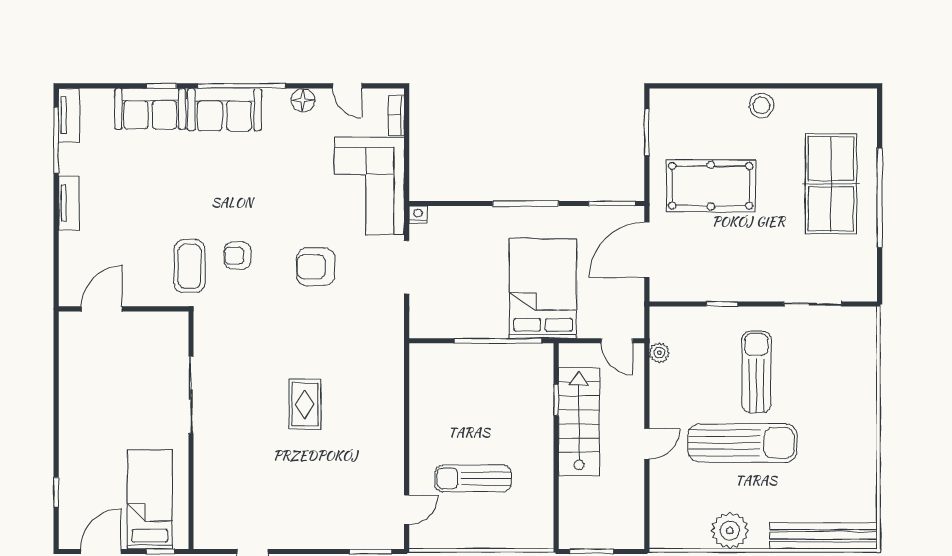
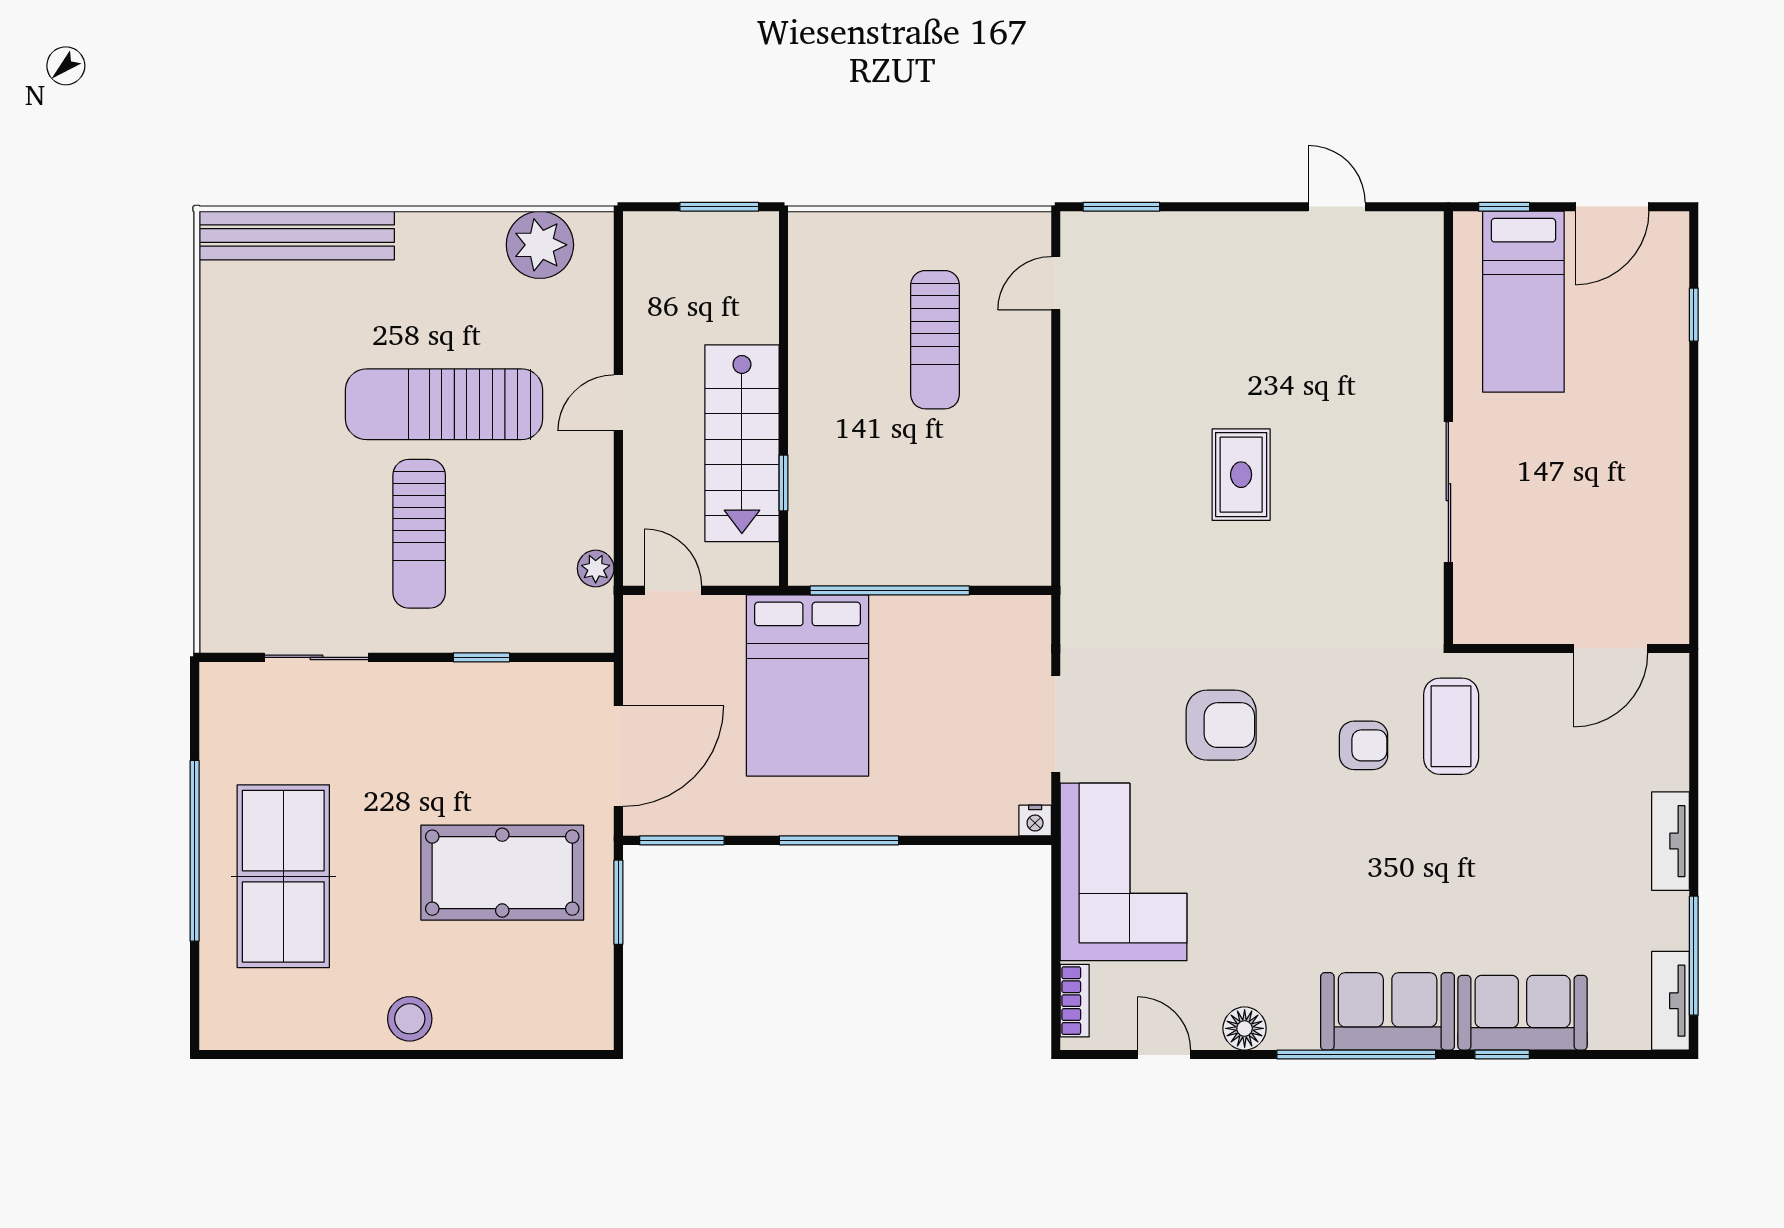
window: (647, 132) -> (618, 902), moved
sun lounger: (473, 478) -> (935, 340), turned 90
plant: (730, 531) -> (540, 245), moved

